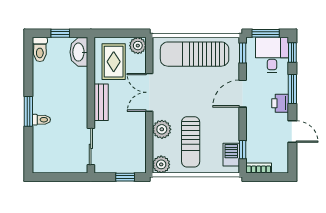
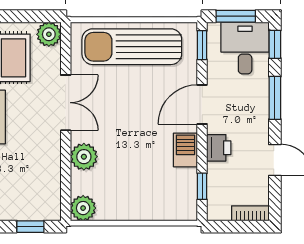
double door: (149, 92) -> (66, 103), swing flipped
printer: (280, 103) -> (219, 148), moved, turned 180
sun lounger: (191, 142) -> (126, 175), removed
barbecue: (231, 155) -> (185, 150), moved
bookcase: (259, 168) -> (250, 213), moved

